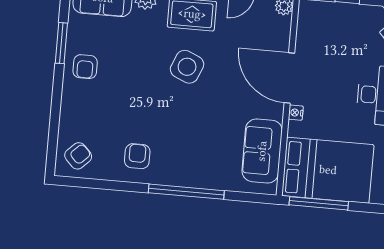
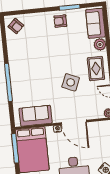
side table: (187, 67) -> (71, 82), moved
door: (289, 78) -> (74, 122), swing flipped
armchair: (137, 156) -> (21, 55), removed

